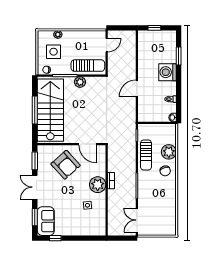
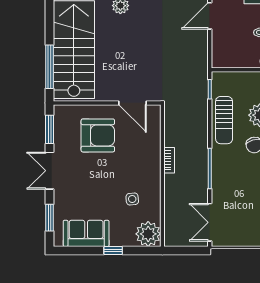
window: (35, 110) -> (50, 67), moved
armchair: (66, 165) -> (98, 135), turned -48
plant: (98, 185) -> (148, 234), moved
sofa: (46, 221) -> (86, 233), moved, turned -90
window: (55, 238) -> (113, 251), moved

